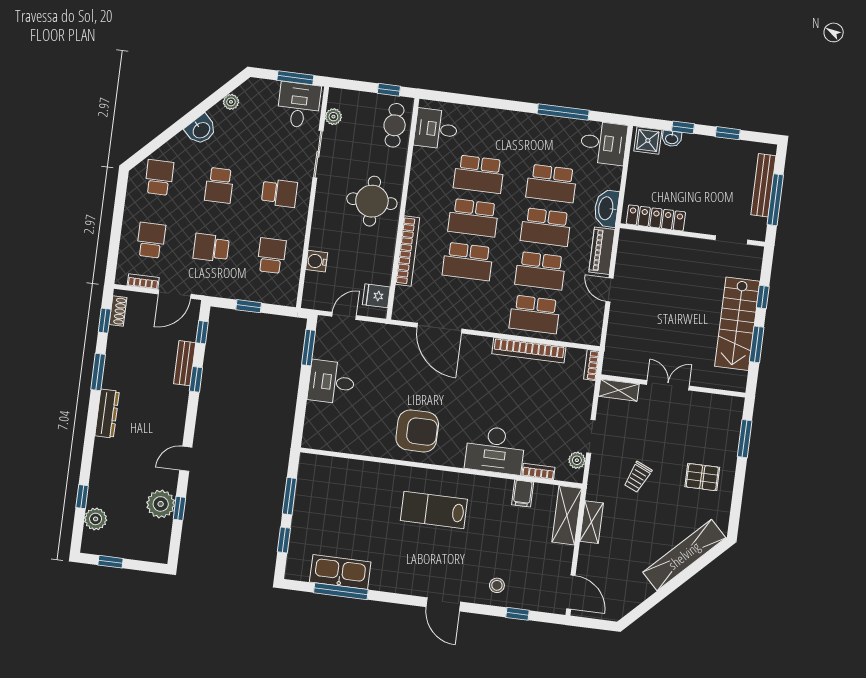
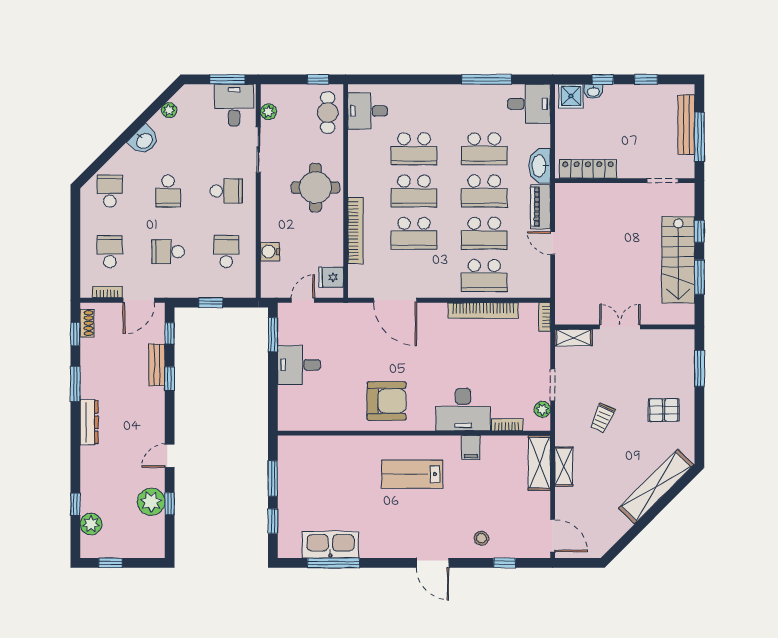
filing cabinet: (523, 493) -> (471, 448), moved

